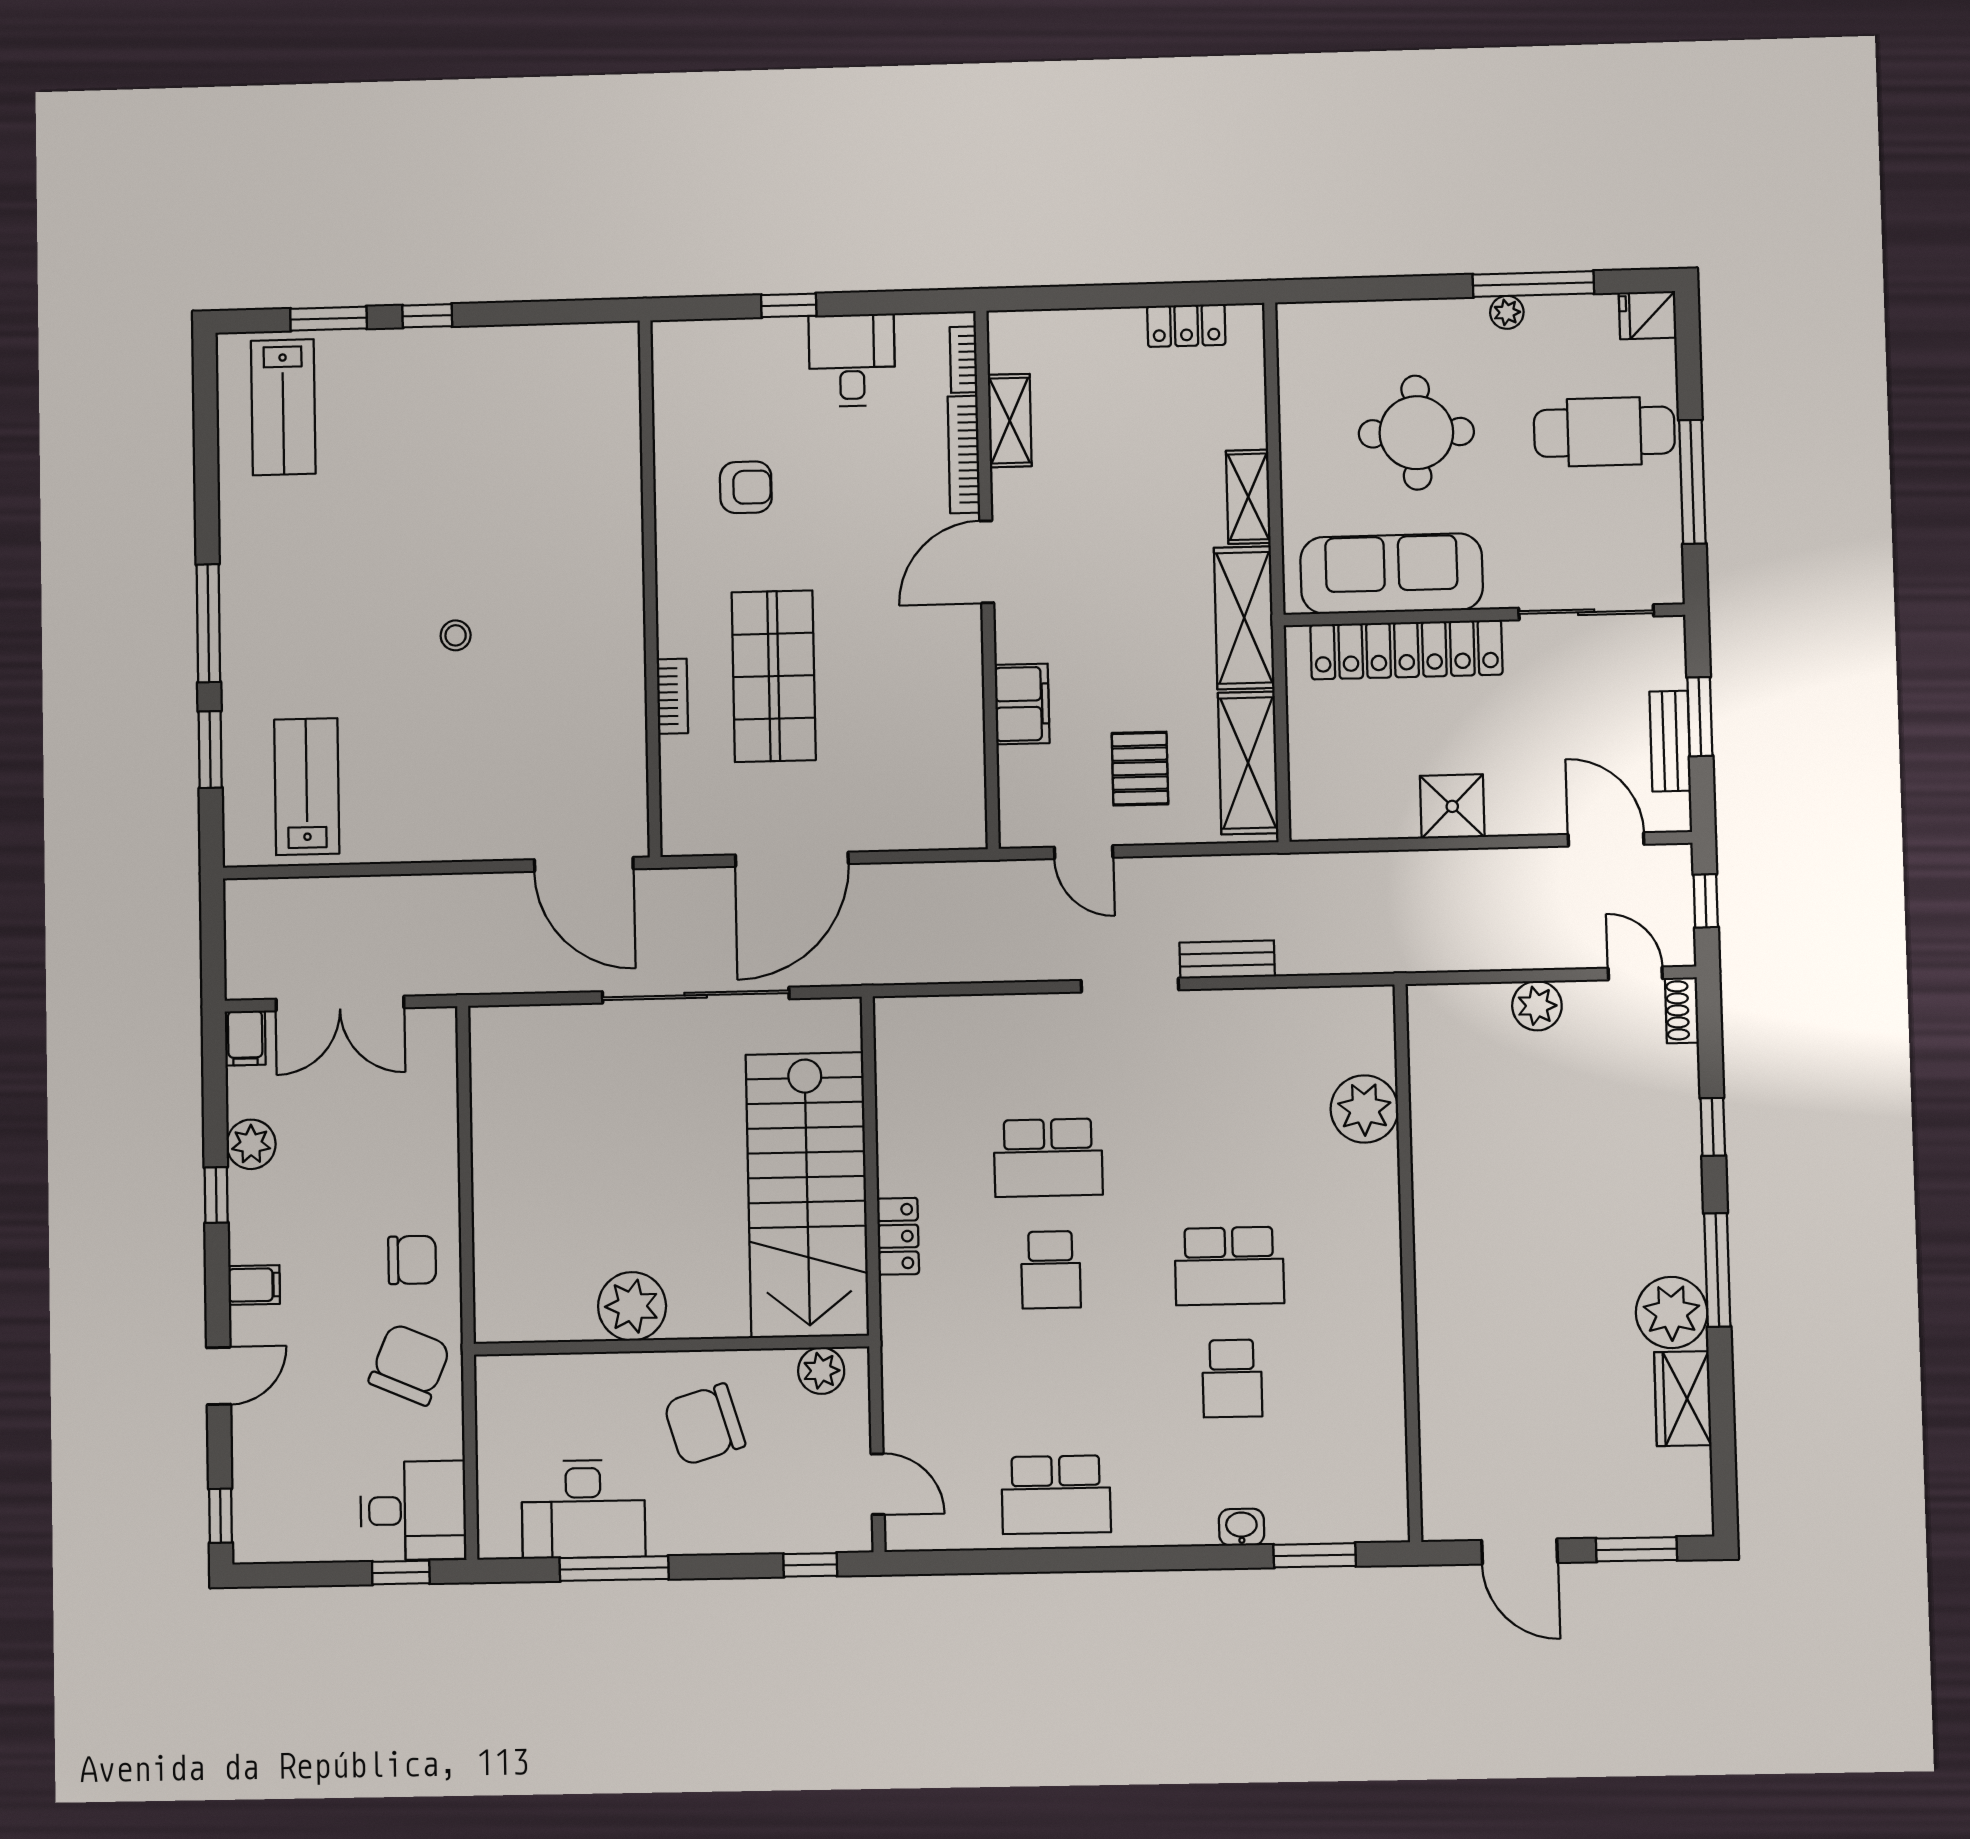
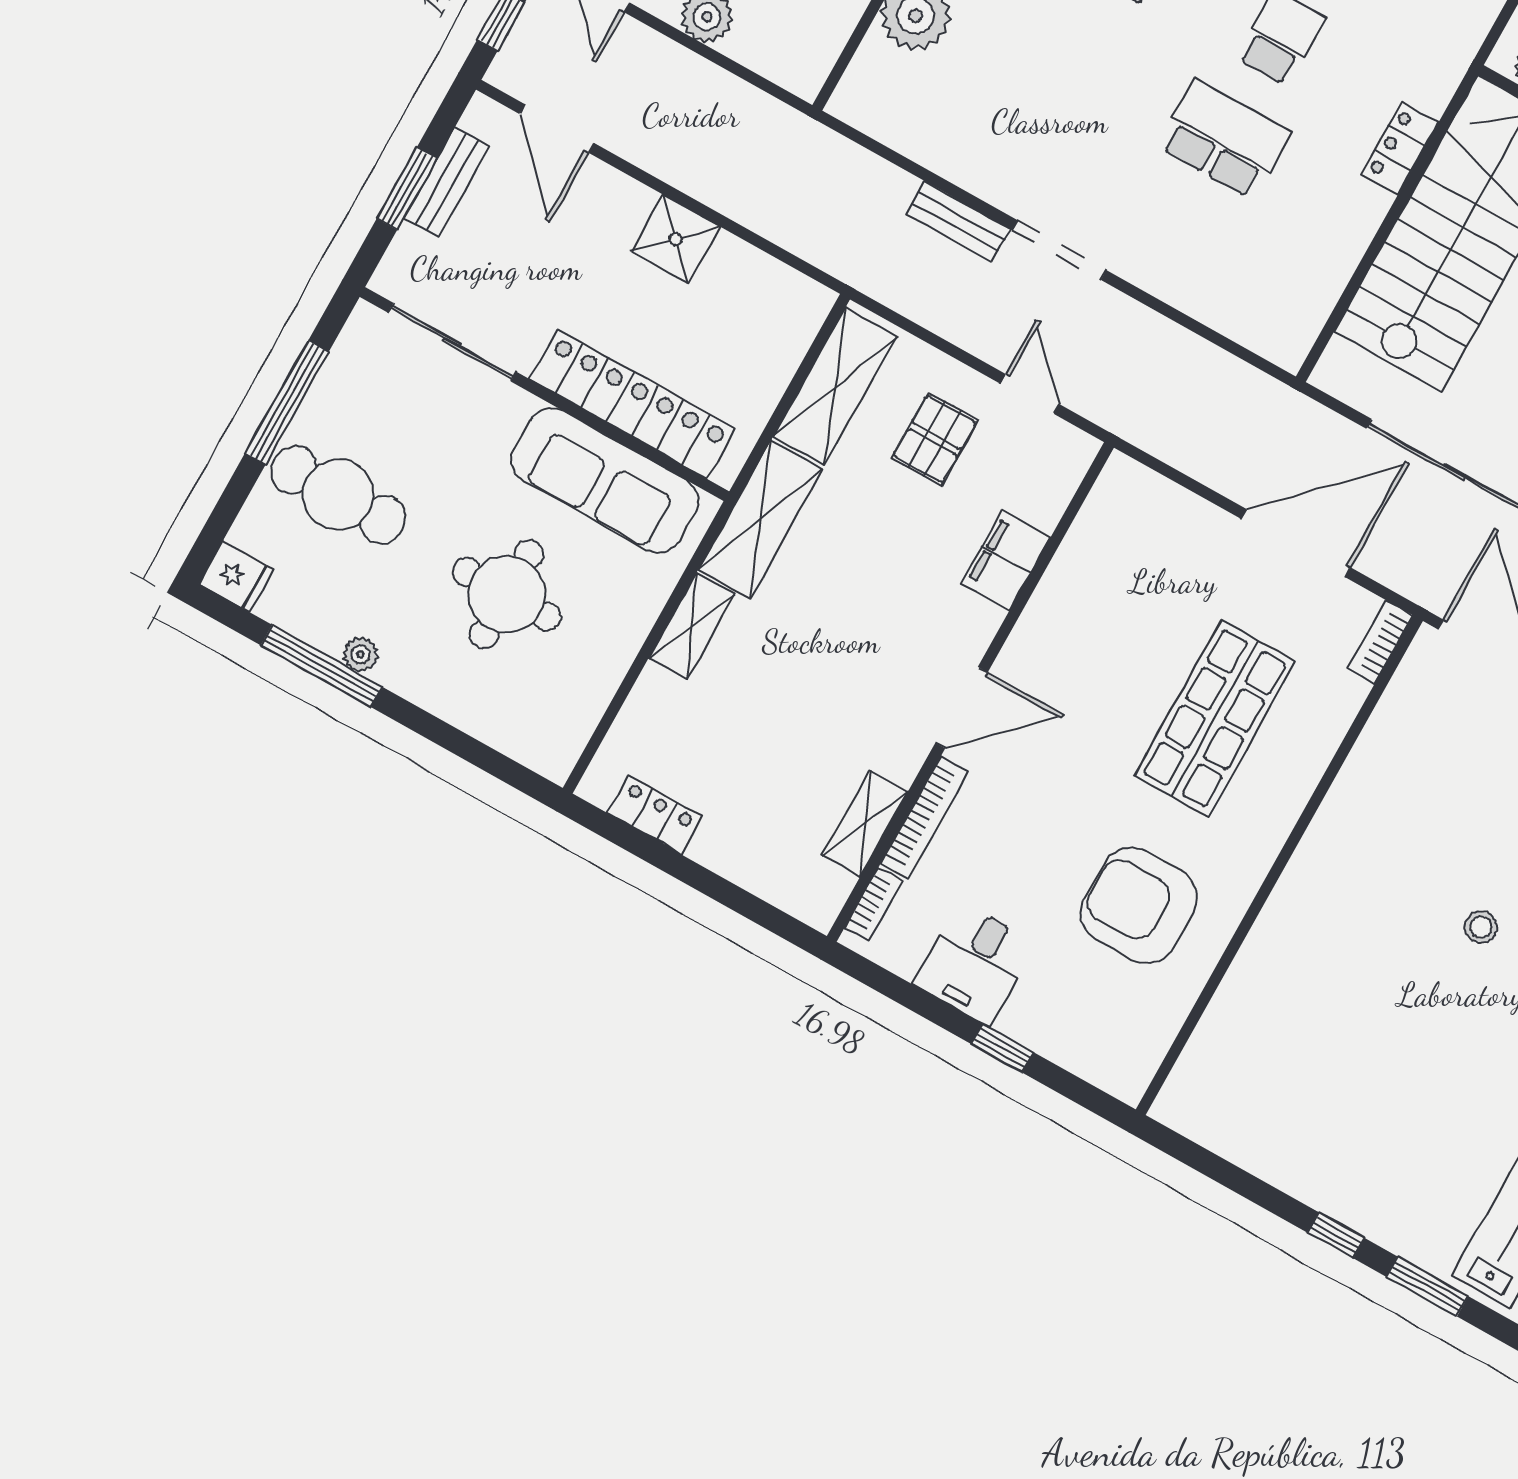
armchair: (746, 487) -> (1139, 905), width x1.88, depth x1.88
bookcase: (672, 696) -> (1380, 642), moved

